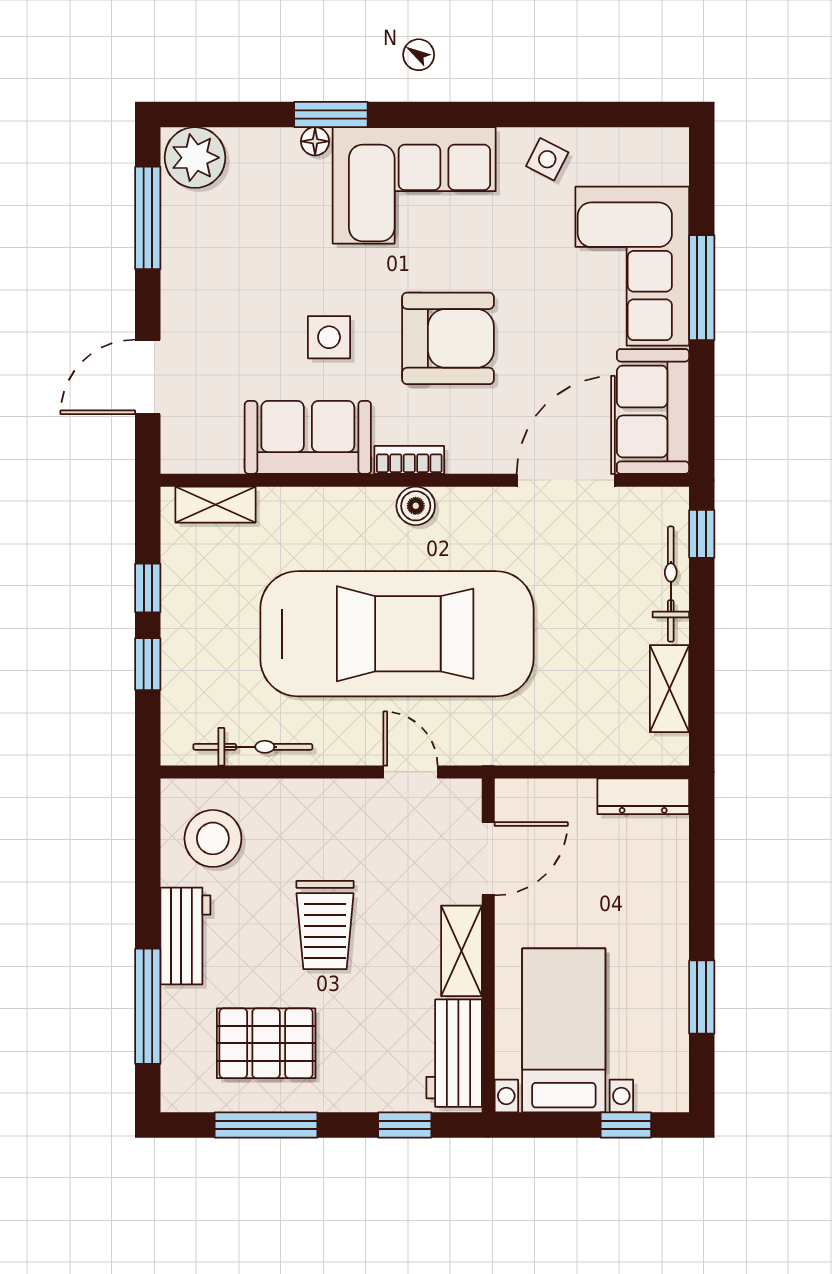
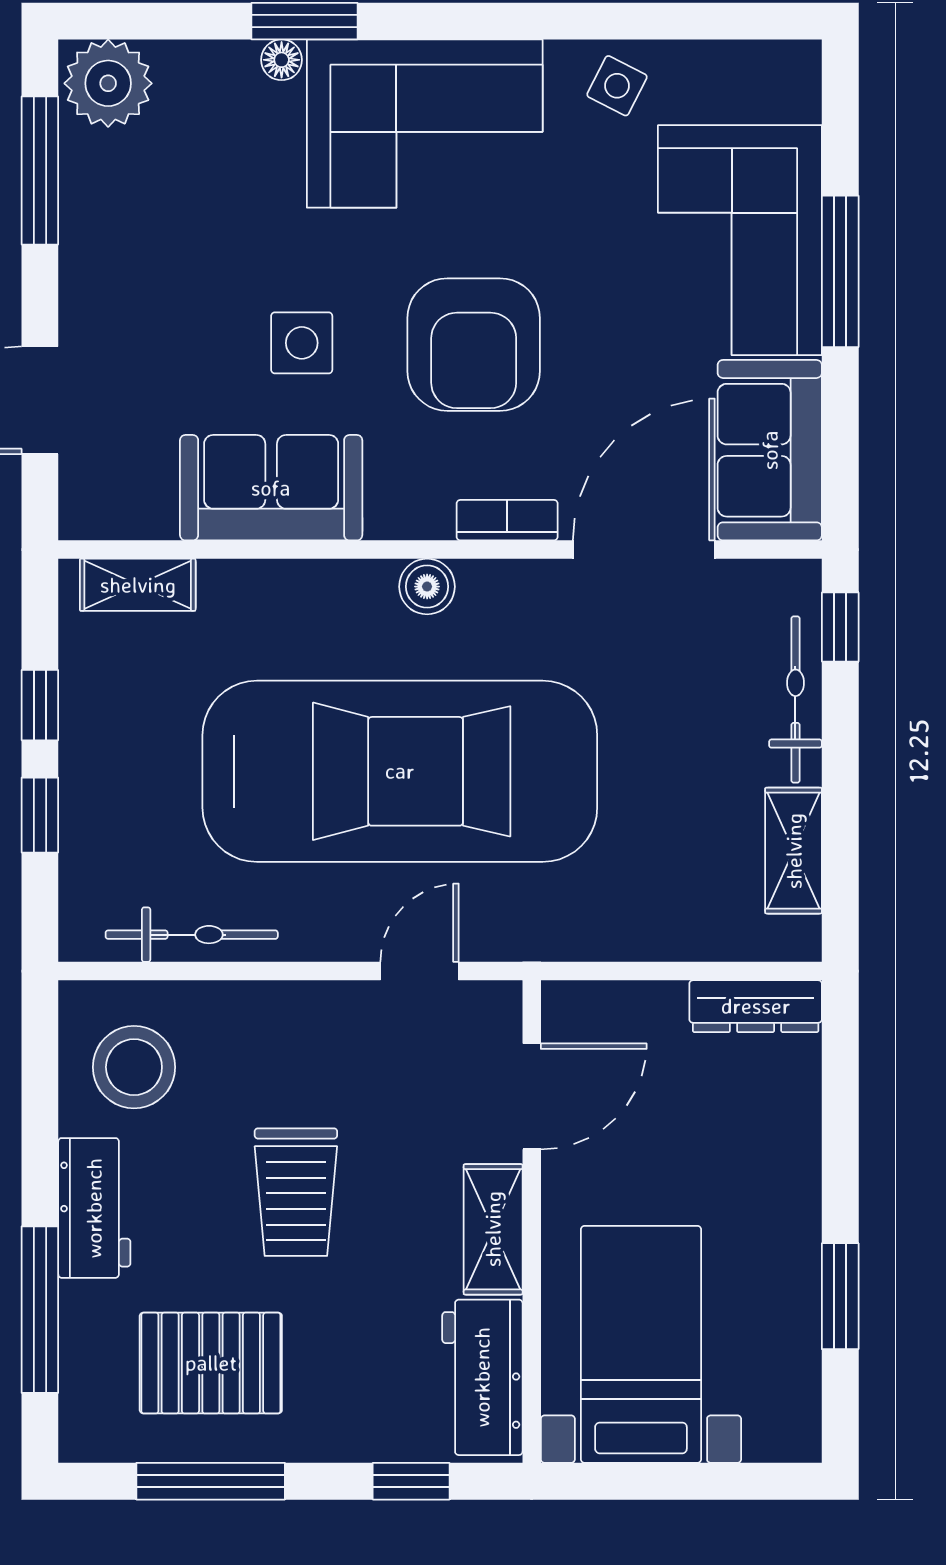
armchair: (448, 338) -> (474, 345), turned 90
bookcase: (409, 460) -> (507, 520), moved
door: (411, 772) -> (419, 971), hinge flipped
window: (626, 1125) -> (731, 1481), removed

